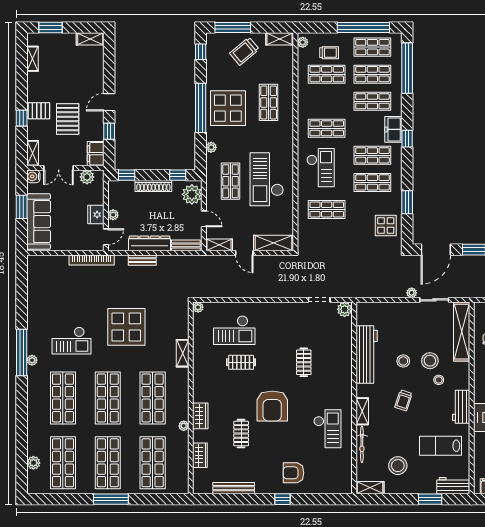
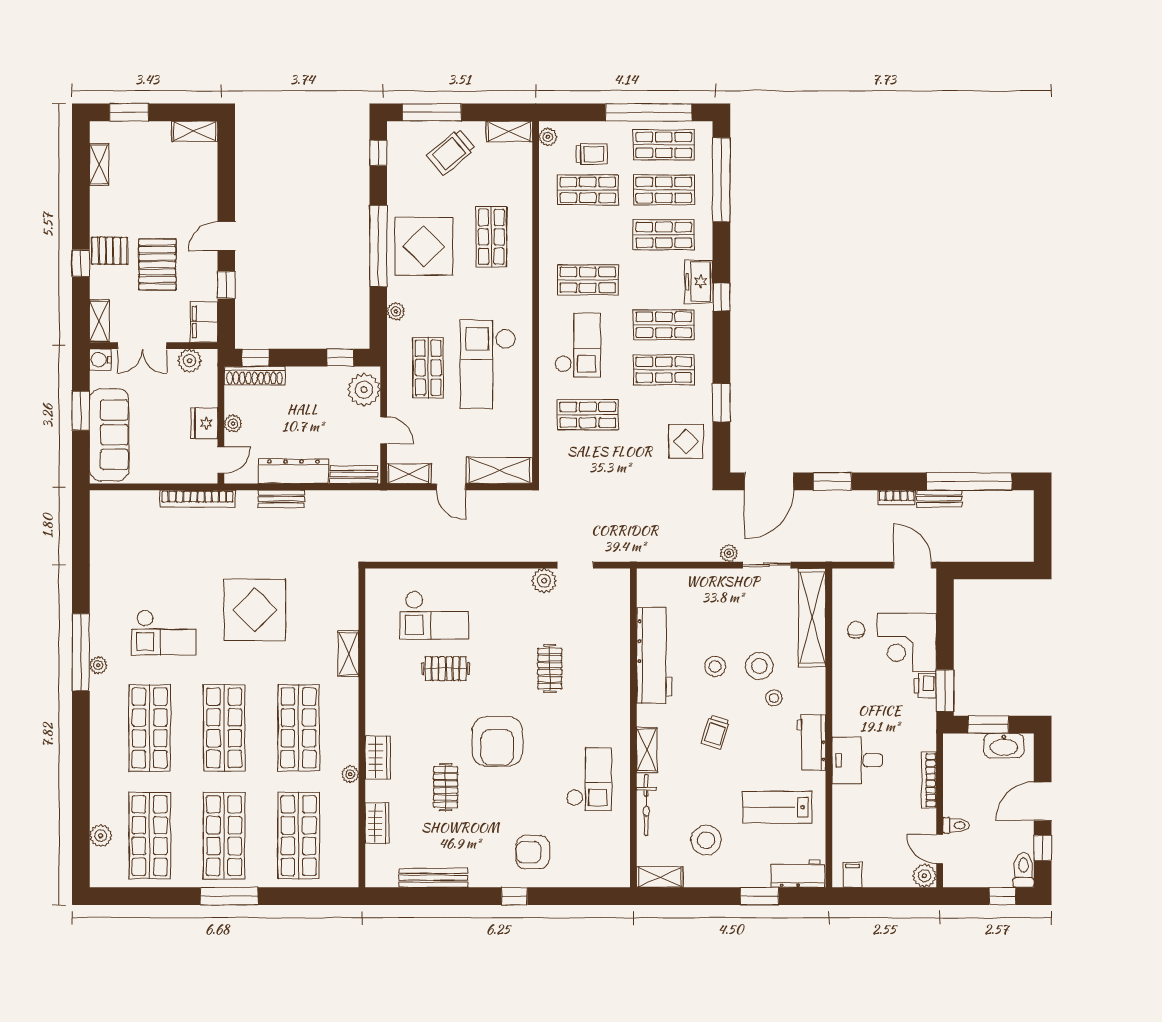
shoe rack: (153, 186) -> (255, 376), moved
plant: (198, 307) -> (374, 577), removed
plant: (345, 309) -> (544, 581), moved

